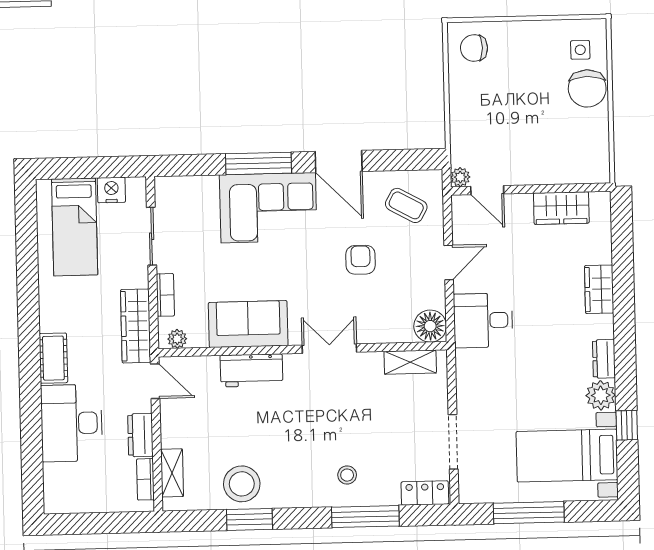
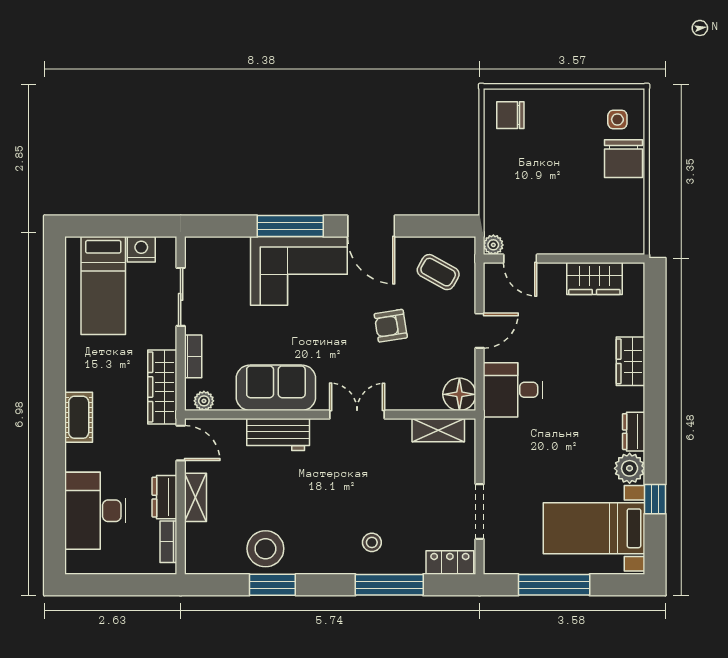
armchair: (361, 260) -> (391, 326), turned -99
desk: (72, 423) -> (95, 511), moved
shelving: (172, 473) -> (195, 497), moved

